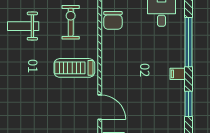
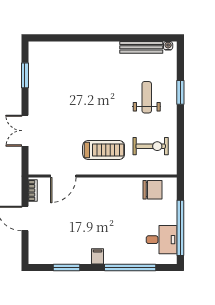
chair: (113, 20) -> (153, 190), turned 180
treadmill: (74, 68) -> (104, 150), turned 90

